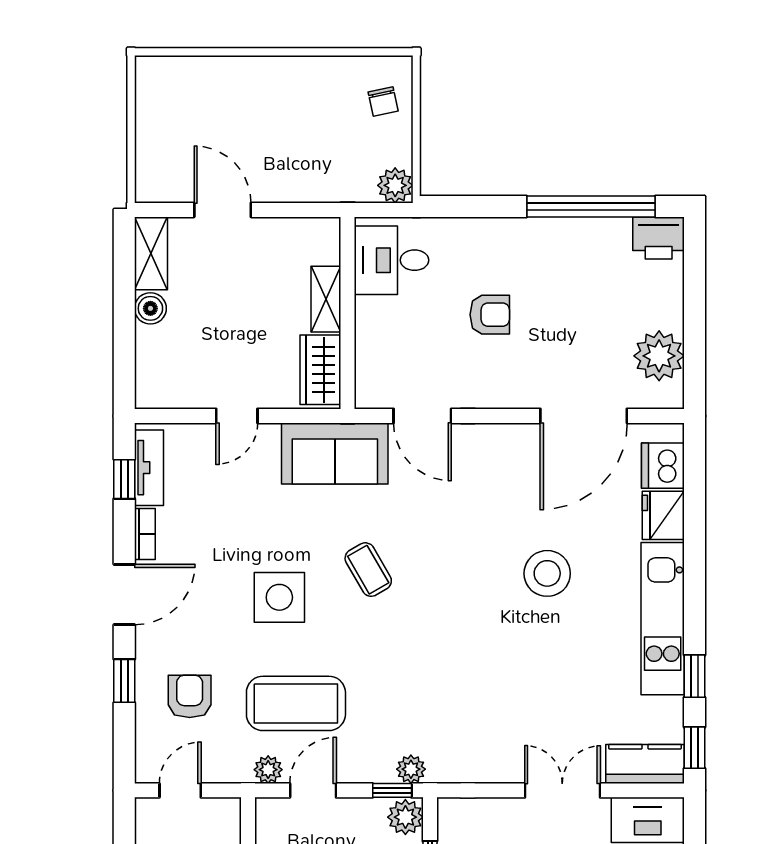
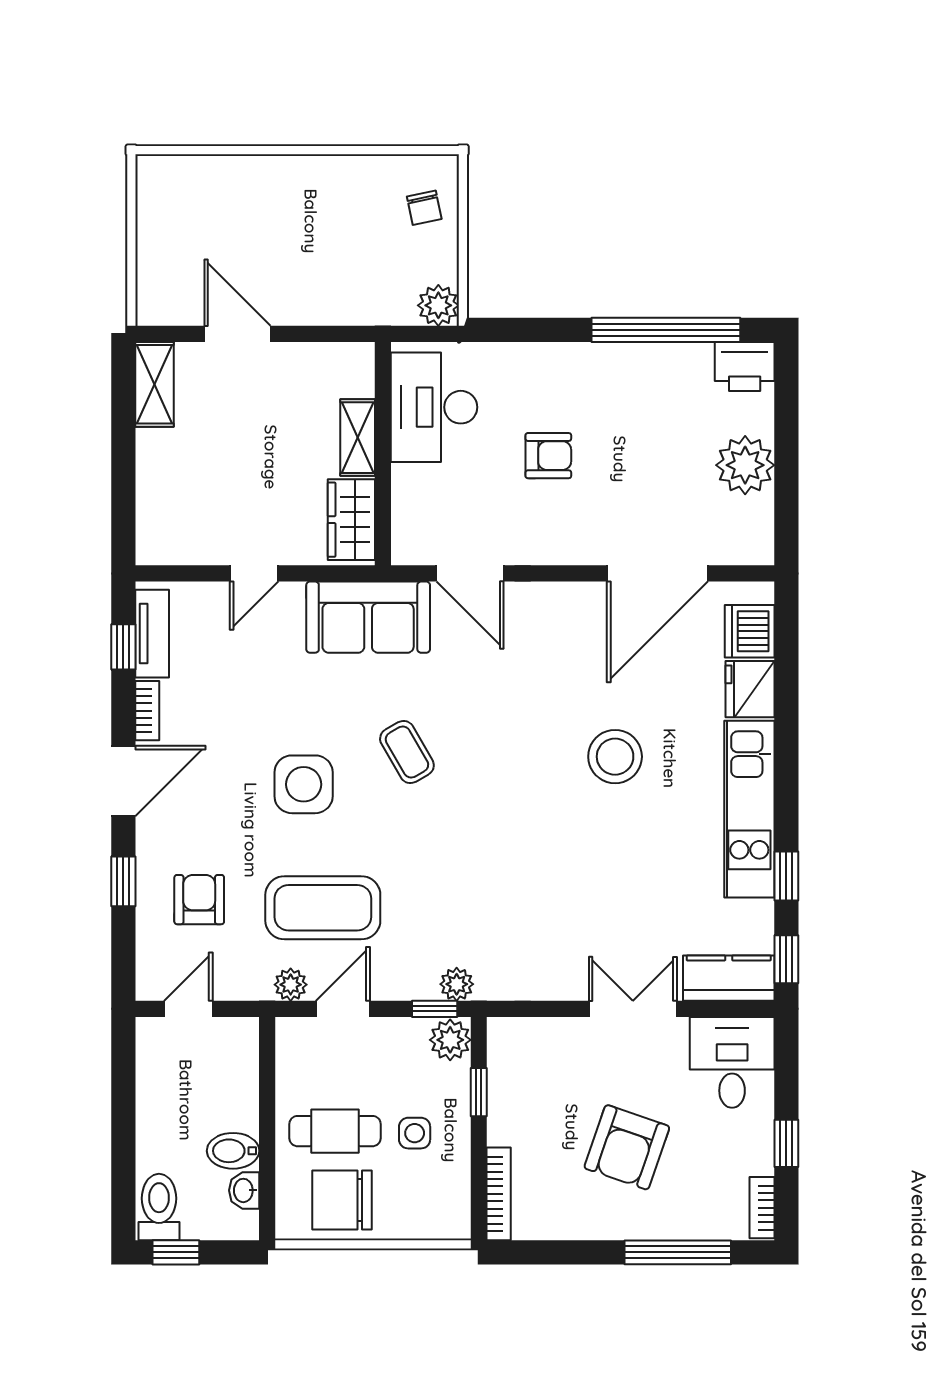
desk: (392, 260) -> (434, 407), width x1.37
boiler: (150, 308) -> (154, 448), removed
plant: (659, 356) -> (745, 465), moved

